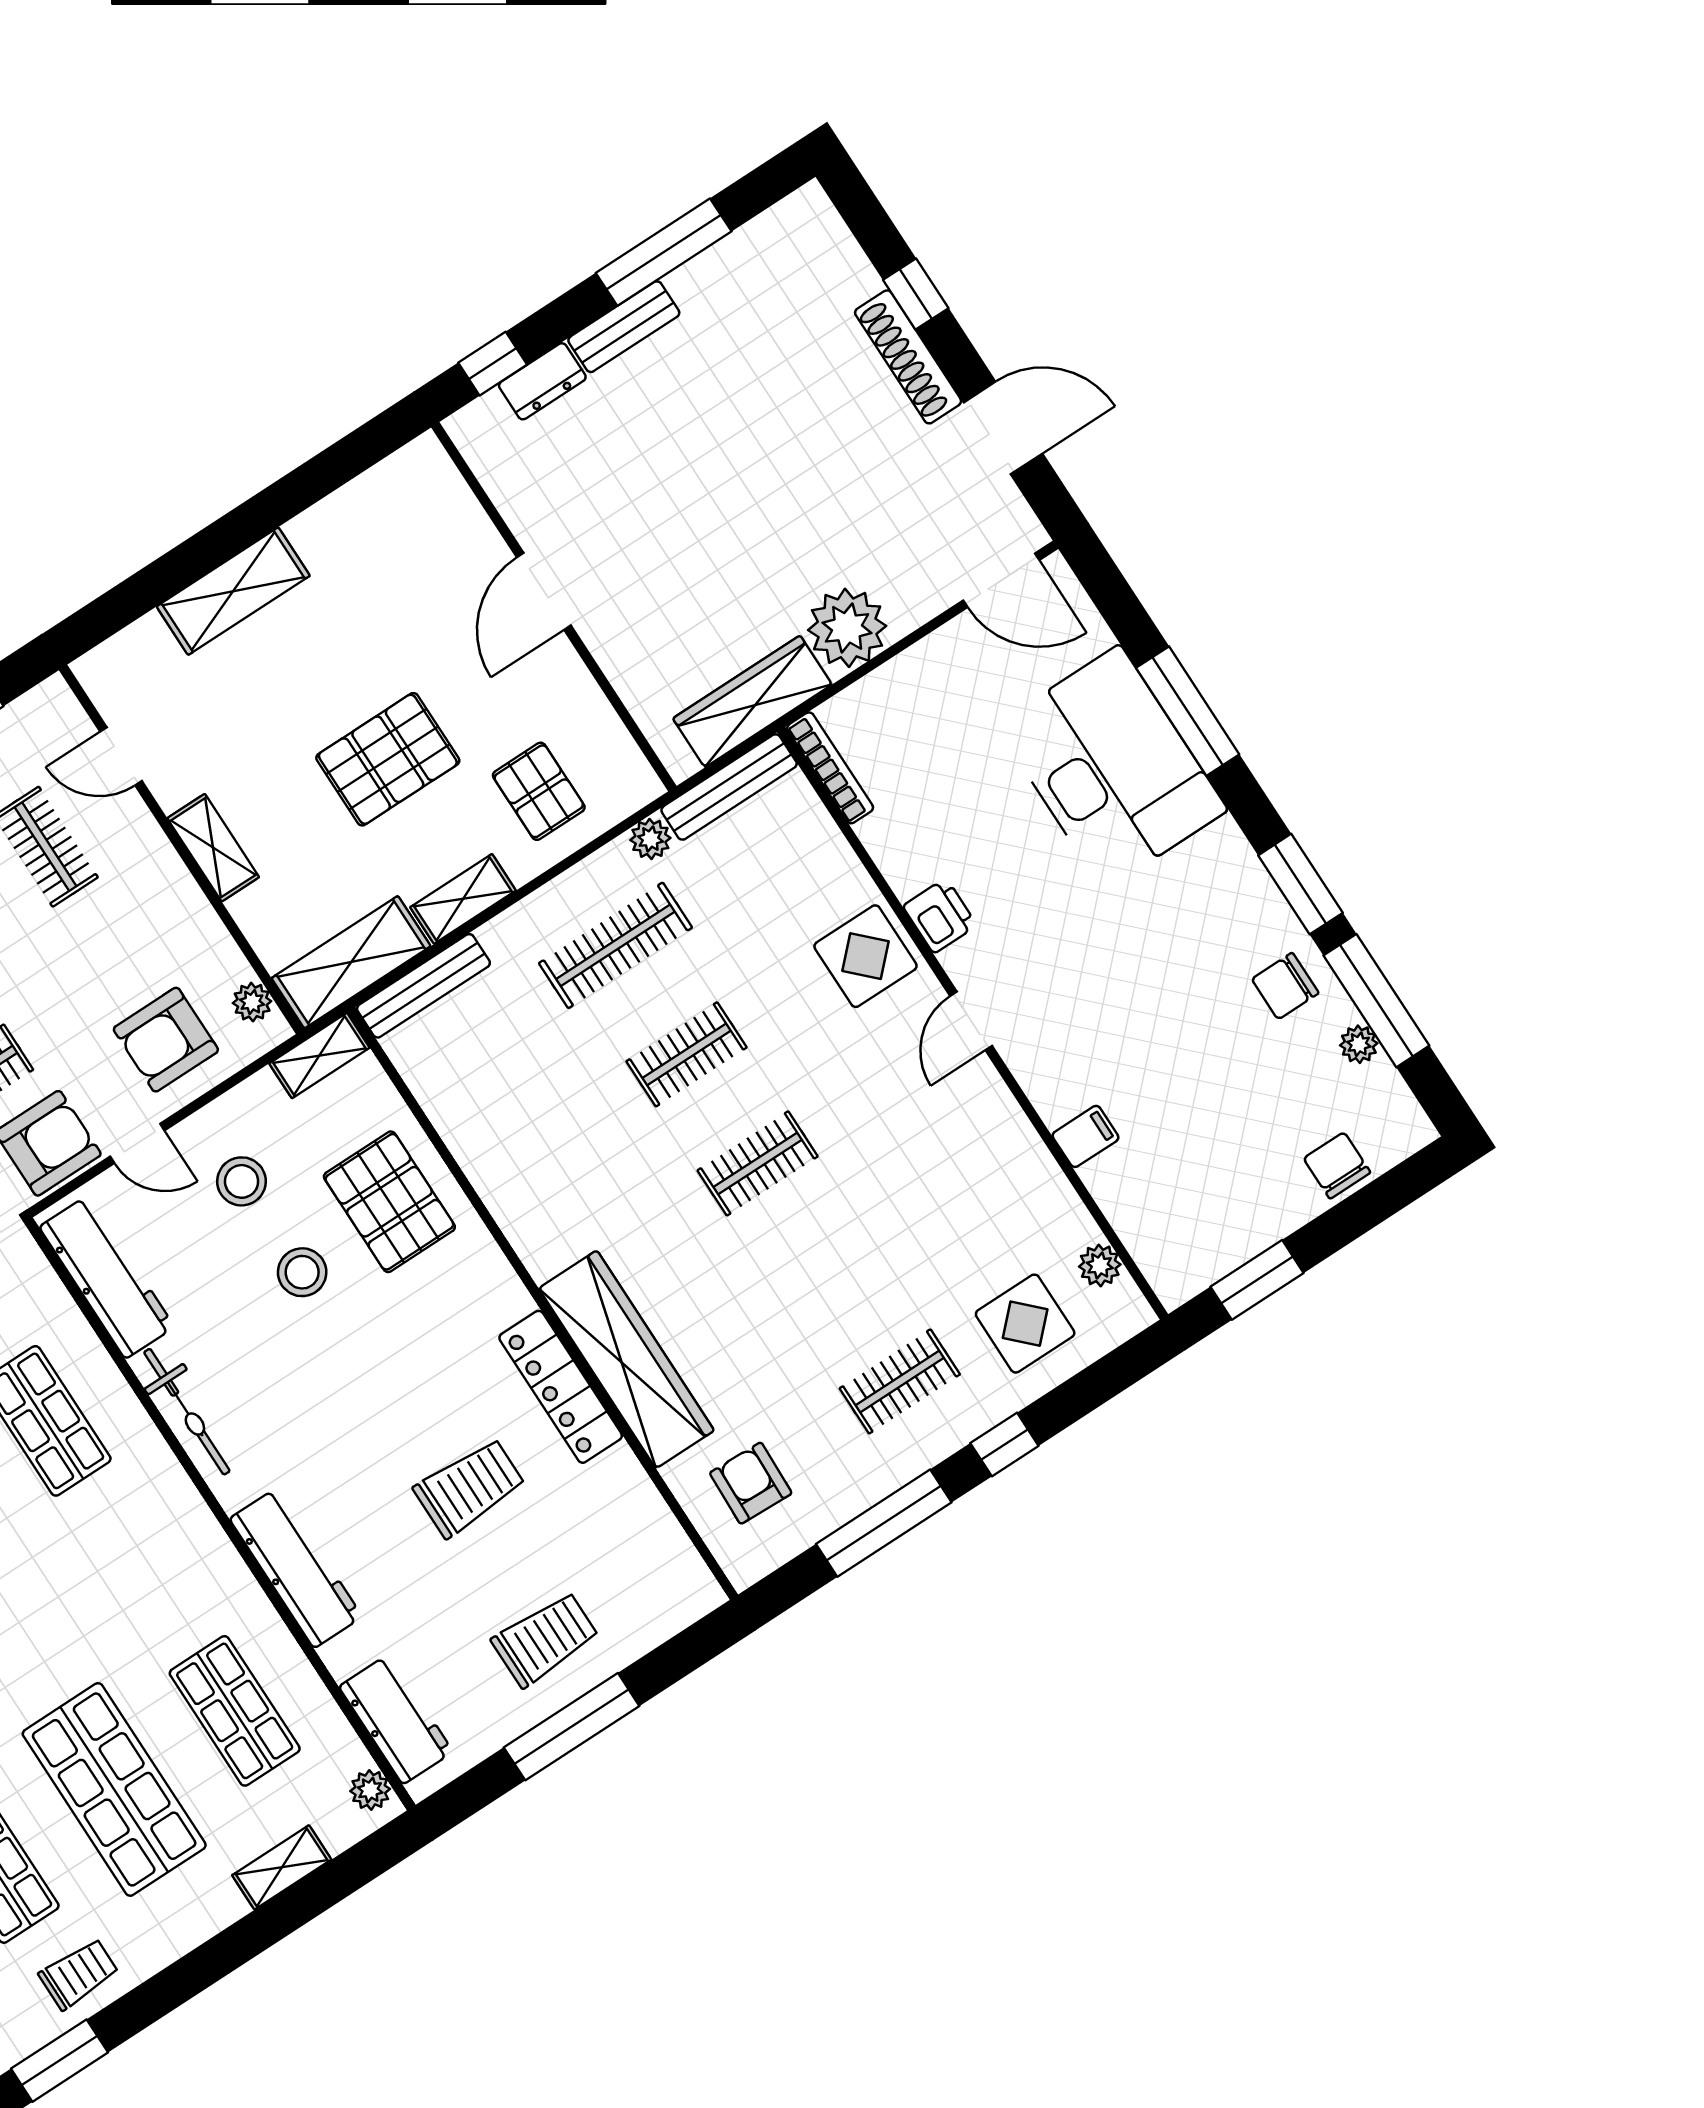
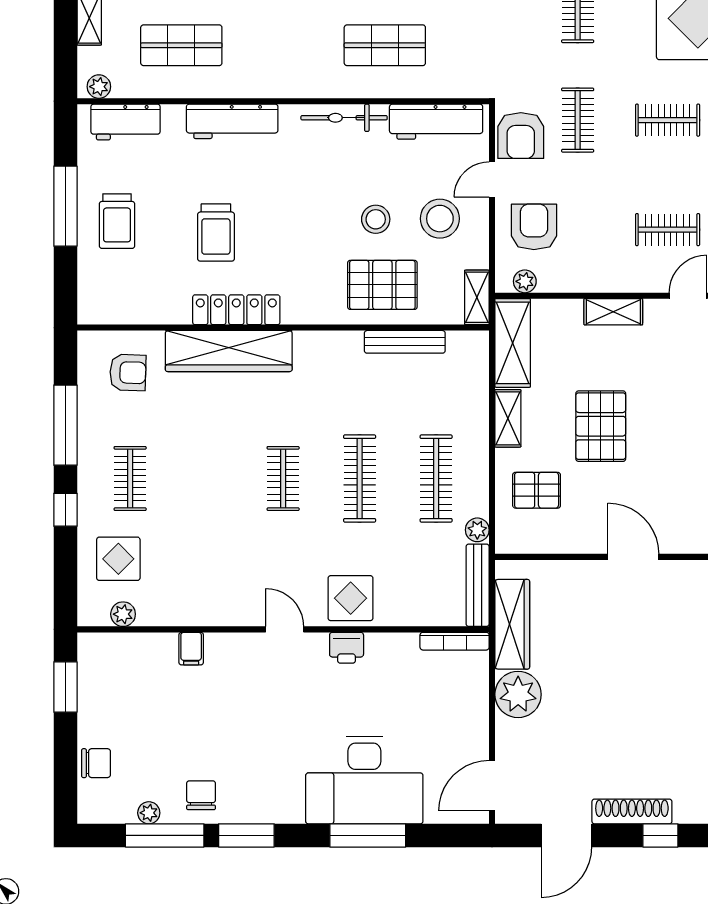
bench: (423, 986) -> (405, 342), moved, turned 90
clothes rail: (687, 1054) -> (360, 478), width x1.36
stool: (242, 1181) -> (440, 219), width x1.38, depth x1.38

